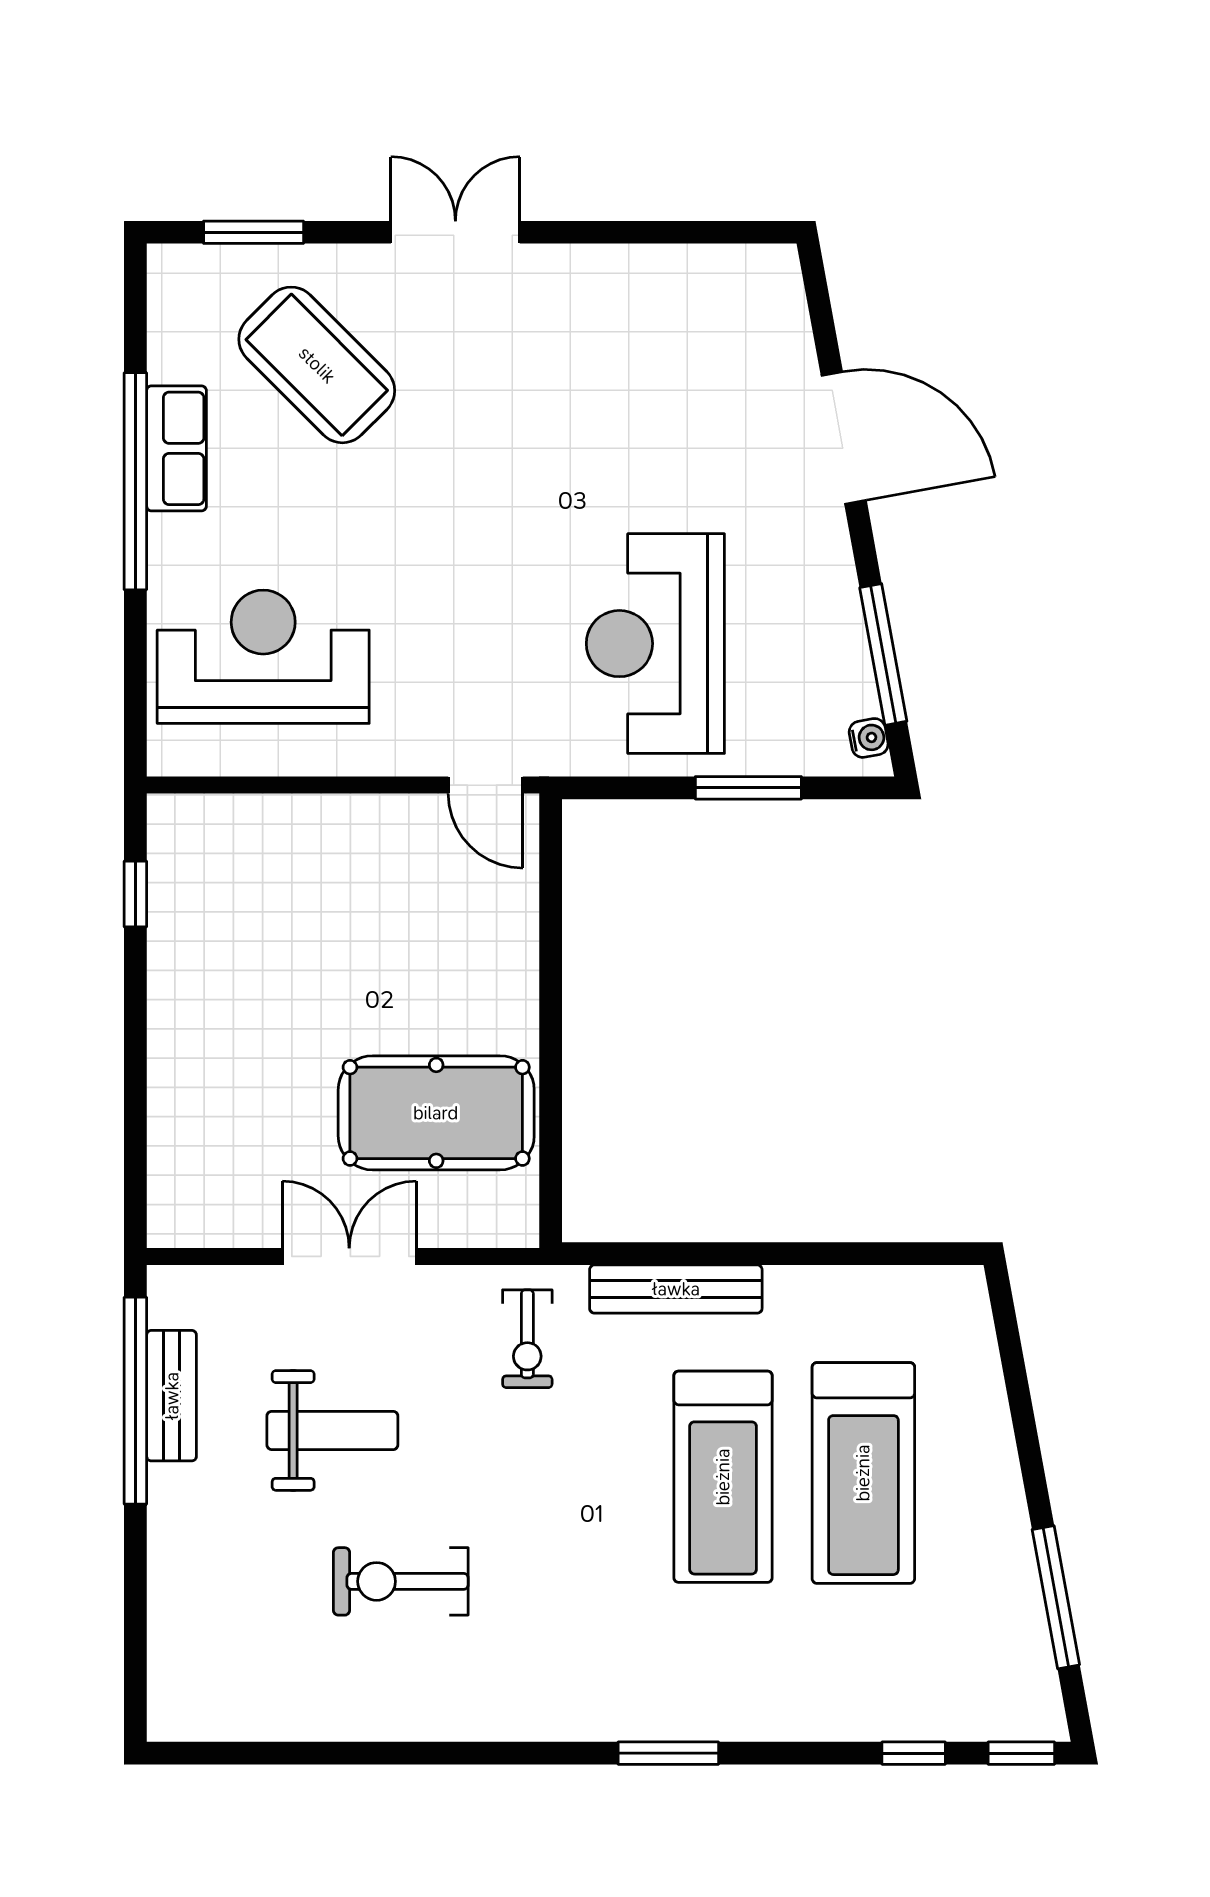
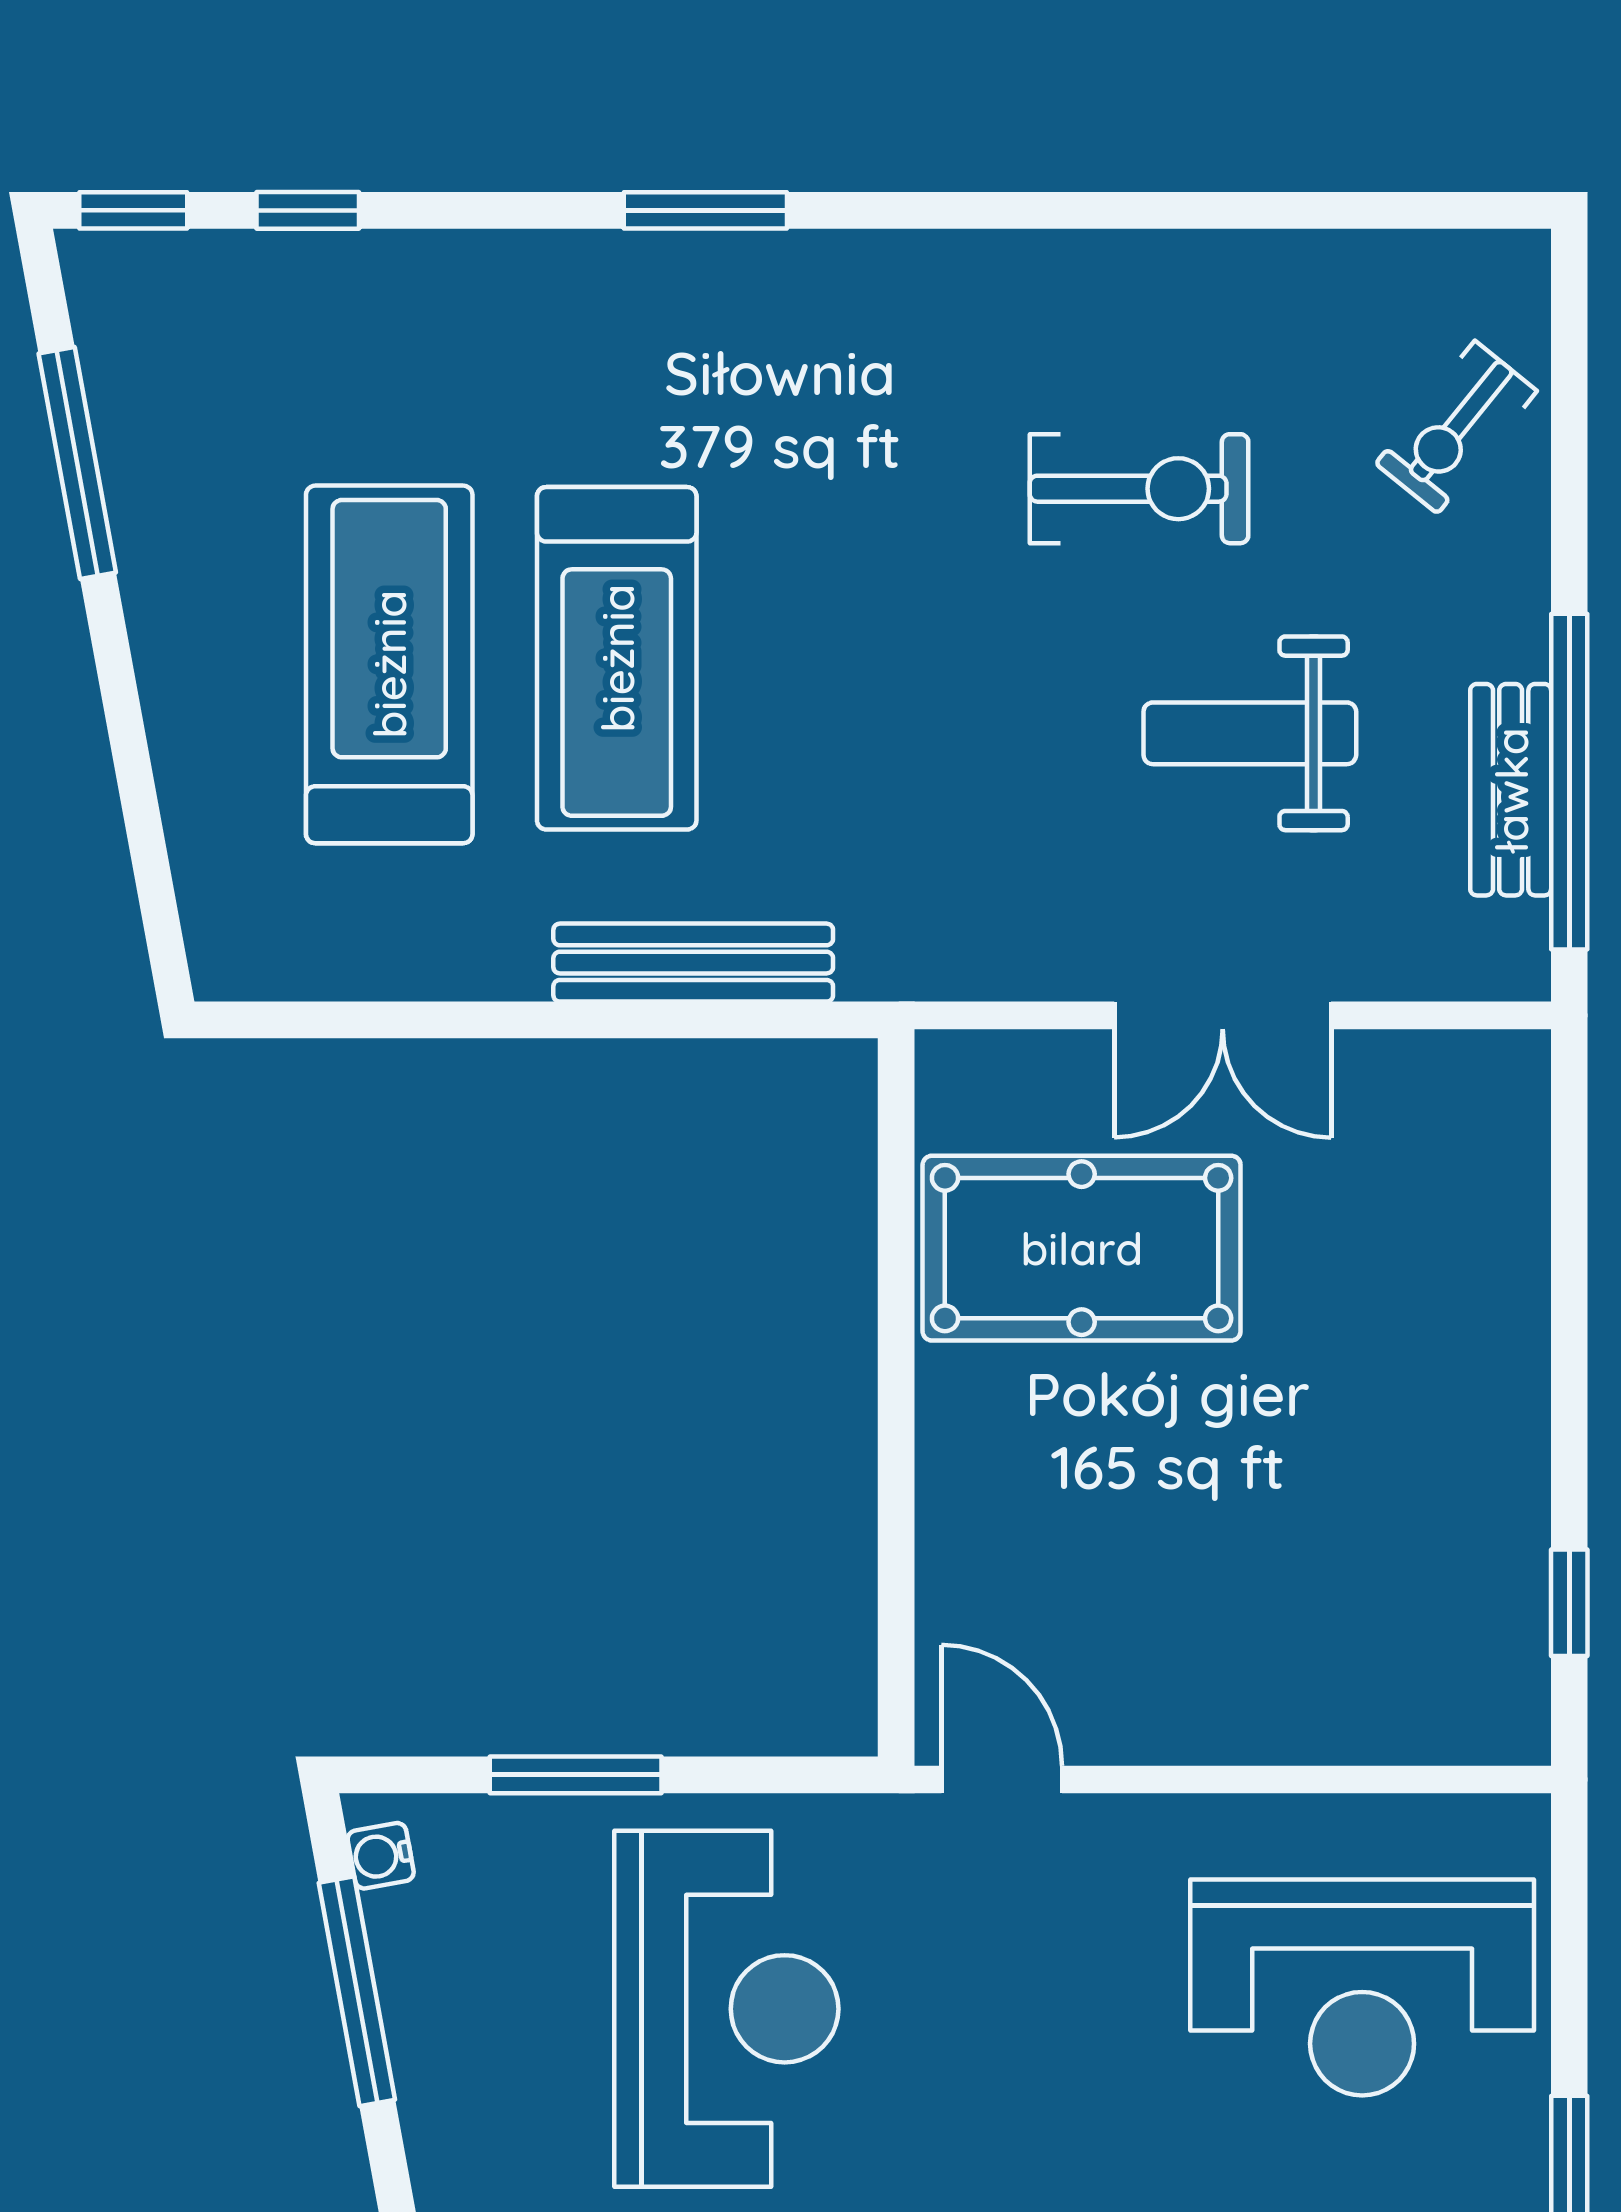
exercise bike: (527, 1339) -> (1456, 427), moved, turned -141
treadmill: (723, 1477) -> (617, 658), turned 180

